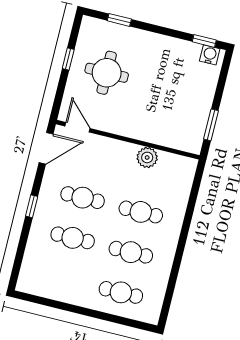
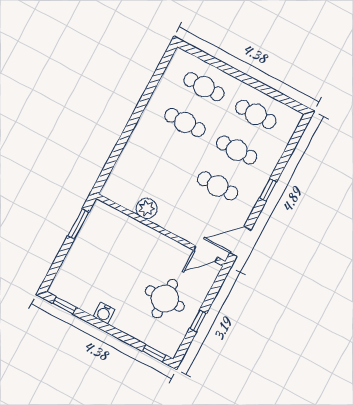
window: (119, 20) -> (154, 353), moved
water cooler: (210, 55) -> (104, 313), moved
door: (78, 127) -> (205, 254), hinge flipped
cafe table: (141, 212) -> (256, 114), moved

